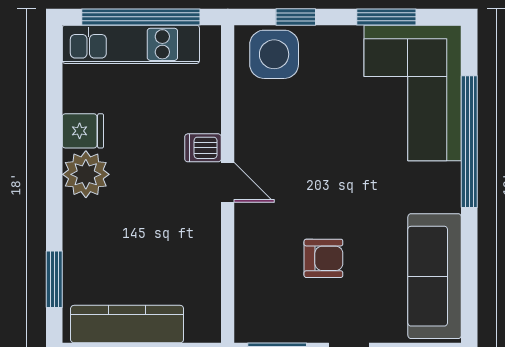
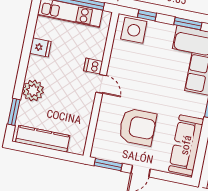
plant: (86, 174) -> (33, 91), moved
armchair: (323, 258) -> (138, 127), width x1.88, depth x1.88

